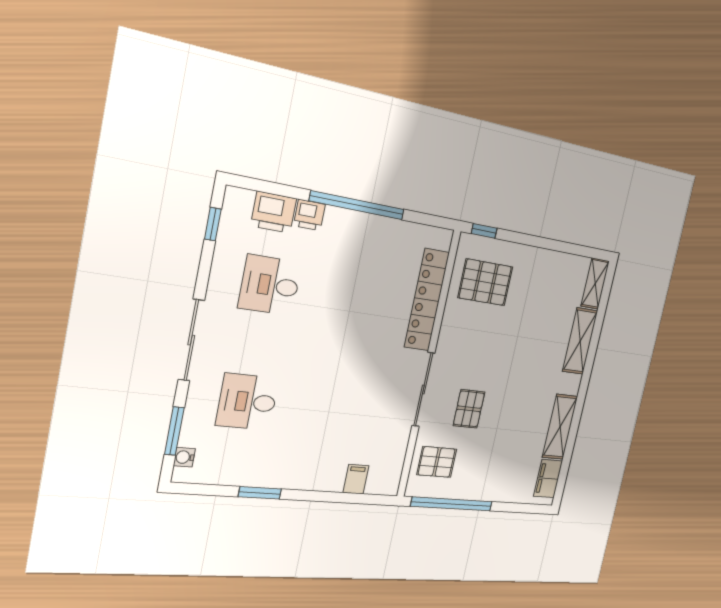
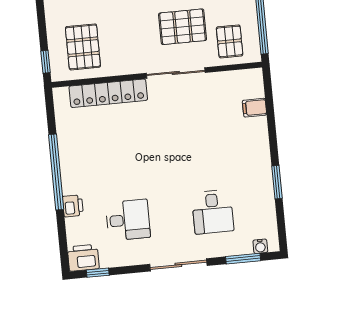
printer: (274, 212) -> (83, 258), moved, turned -90
desk: (270, 285) -> (128, 220), turned -90
pallet: (469, 409) -> (183, 27), width x1.50, depth x1.42

